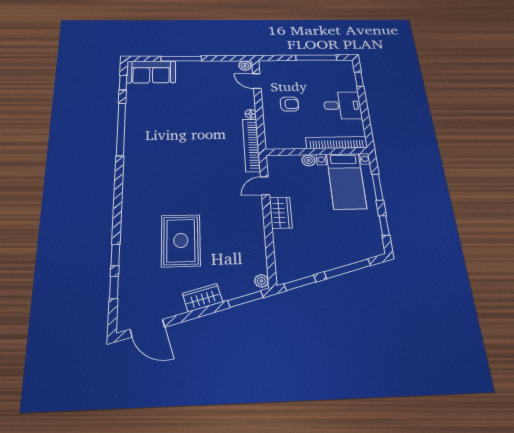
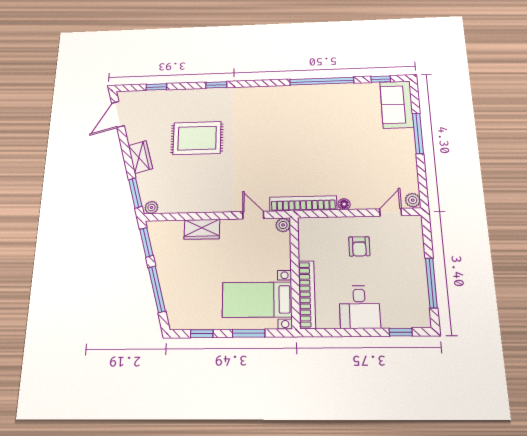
plant: (308, 160) -> (283, 225), moved
wardrobe: (281, 213) -> (202, 229), moved
window: (115, 255) -> (216, 85), moved

